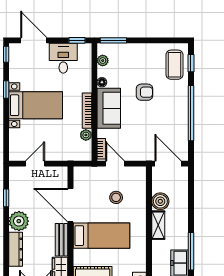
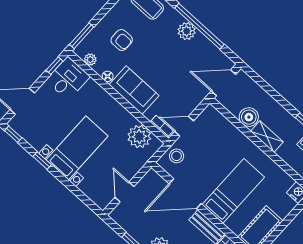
desk: (63, 58) -> (68, 79), moved, turned 90
armchair: (144, 92) -> (122, 40), moved, turned 90
plant: (180, 108) -> (187, 31), added
bookcase: (87, 111) -> (120, 110), removed
plant: (86, 135) -> (139, 137), width x1.88, depth x1.88
stool: (116, 197) -> (177, 156), moved

